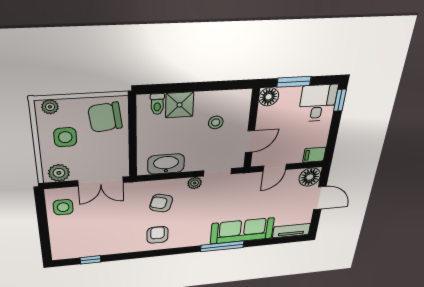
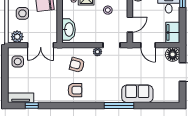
filing cabinet: (314, 155) -> (173, 32), width x2.00
washbasin: (166, 164) -> (69, 30), moved, turned 90
door: (275, 168) -> (148, 45), hinge flipped
sofa: (242, 231) -> (137, 94), width x0.73
tv unit: (292, 231) -> (21, 98), moved
armchair: (157, 235) -> (75, 90), turned 90

